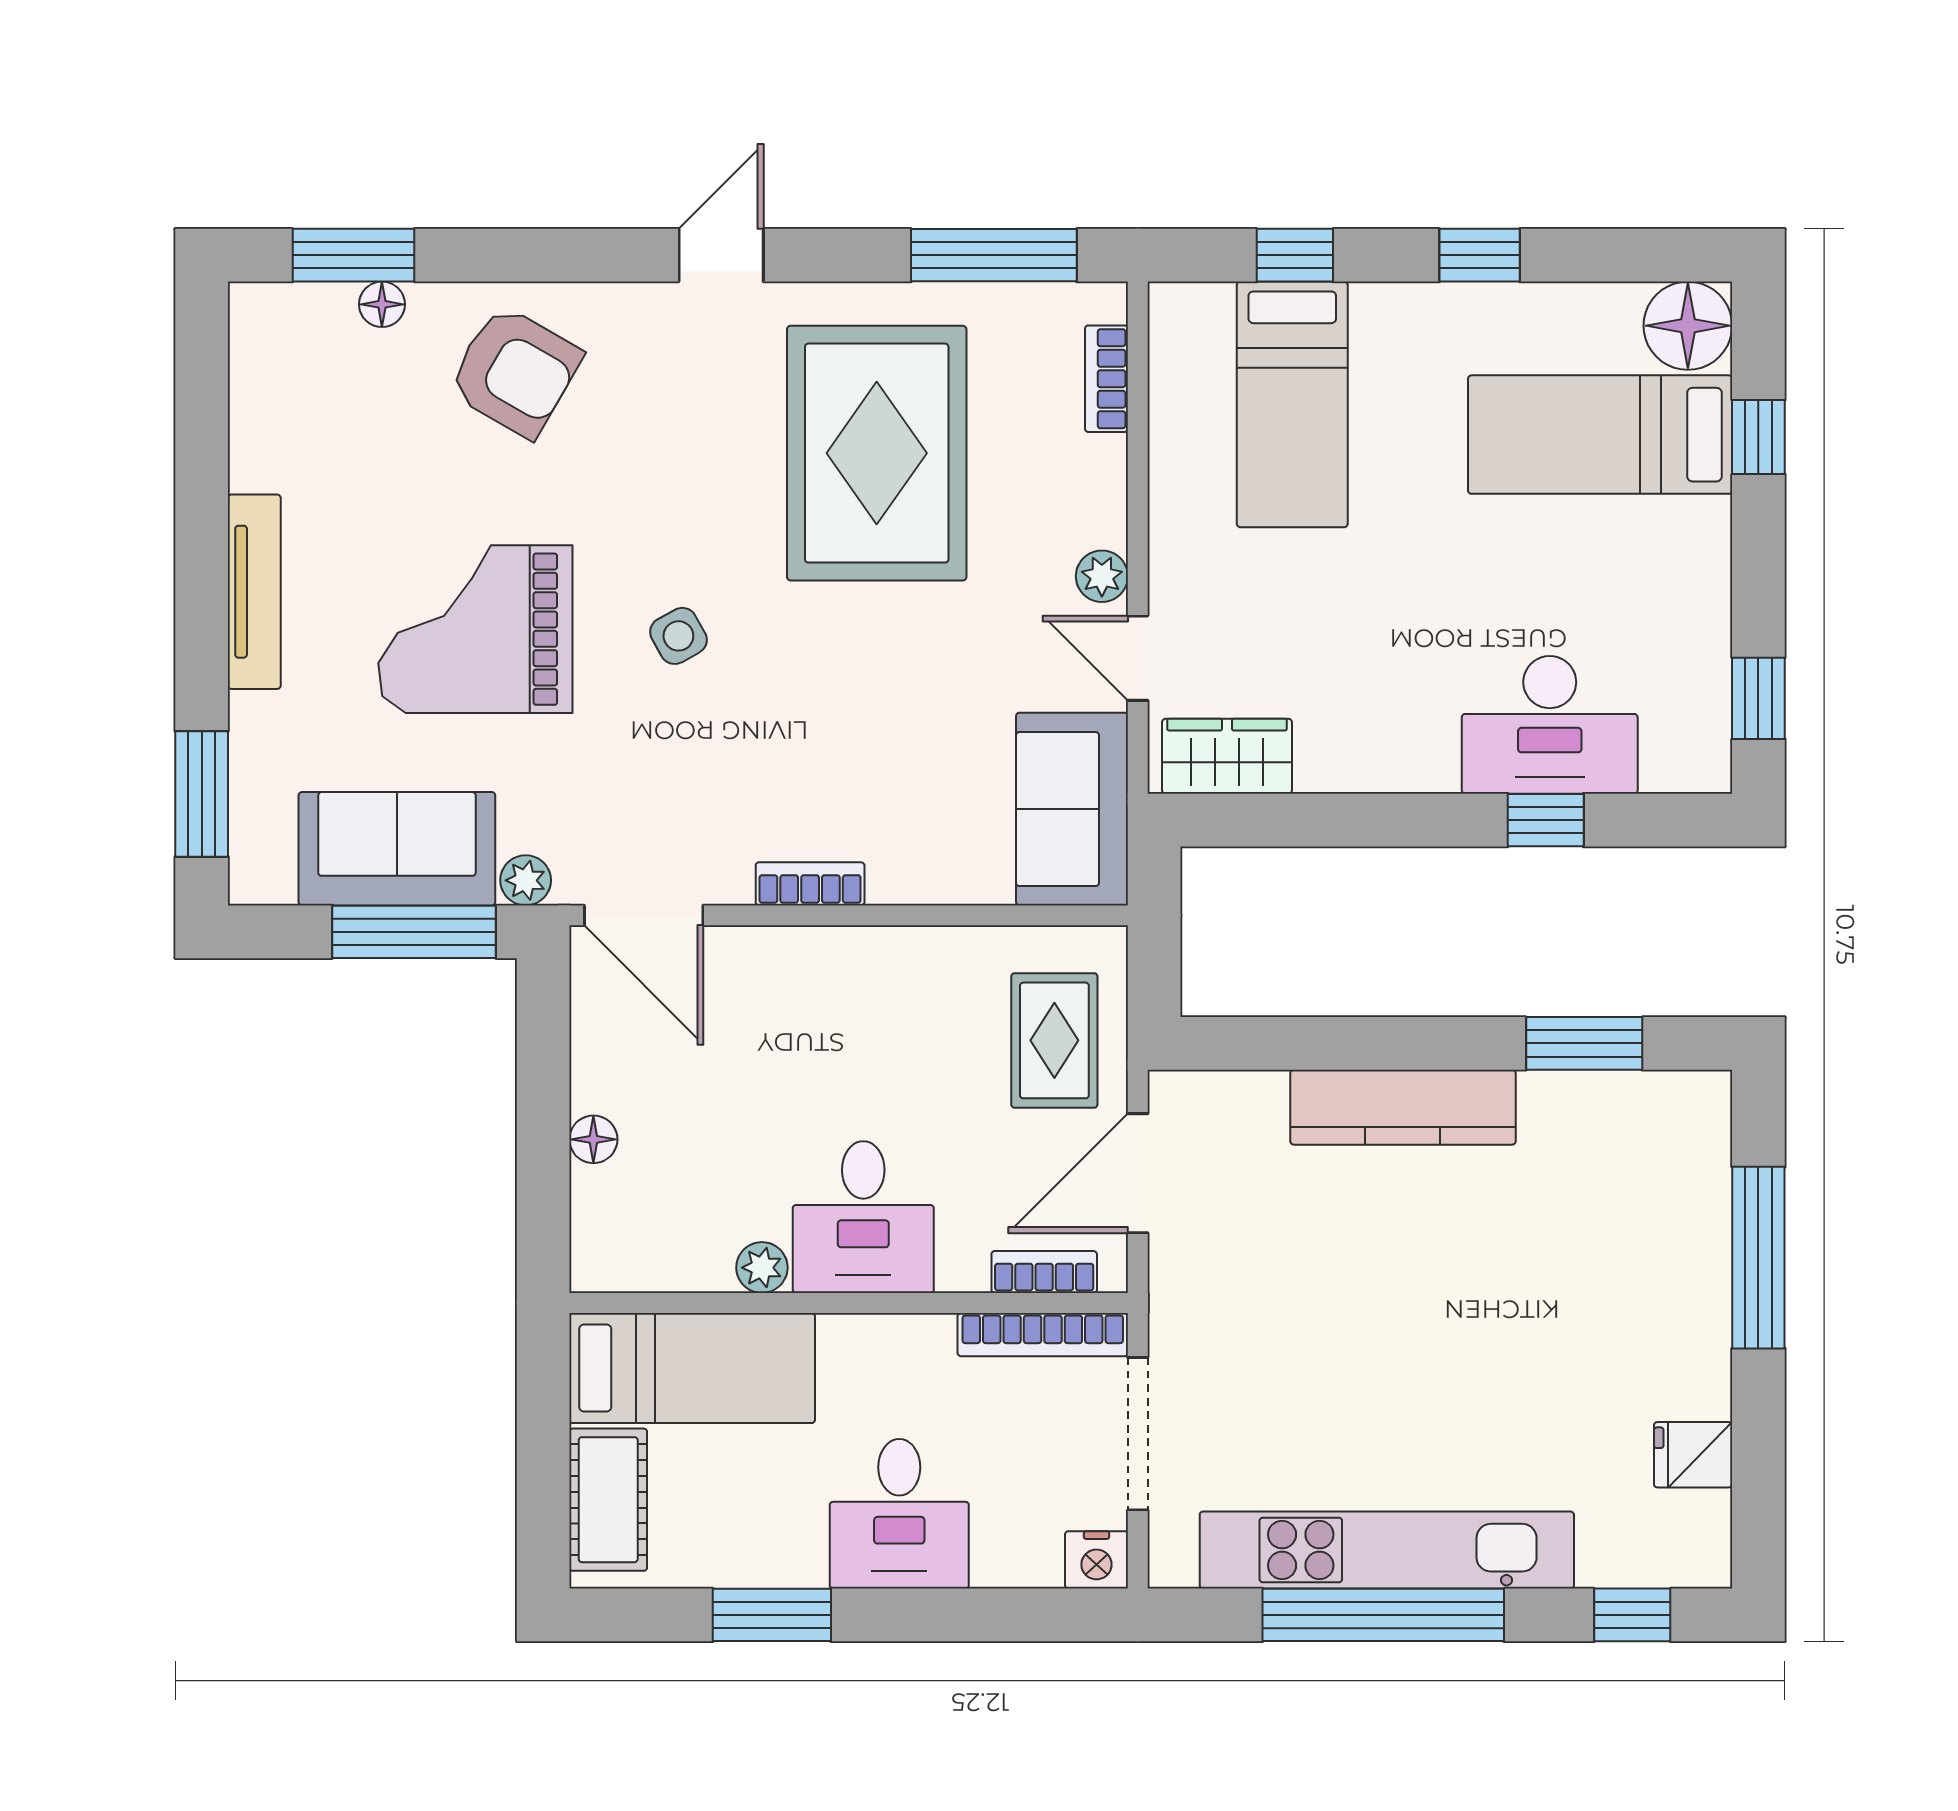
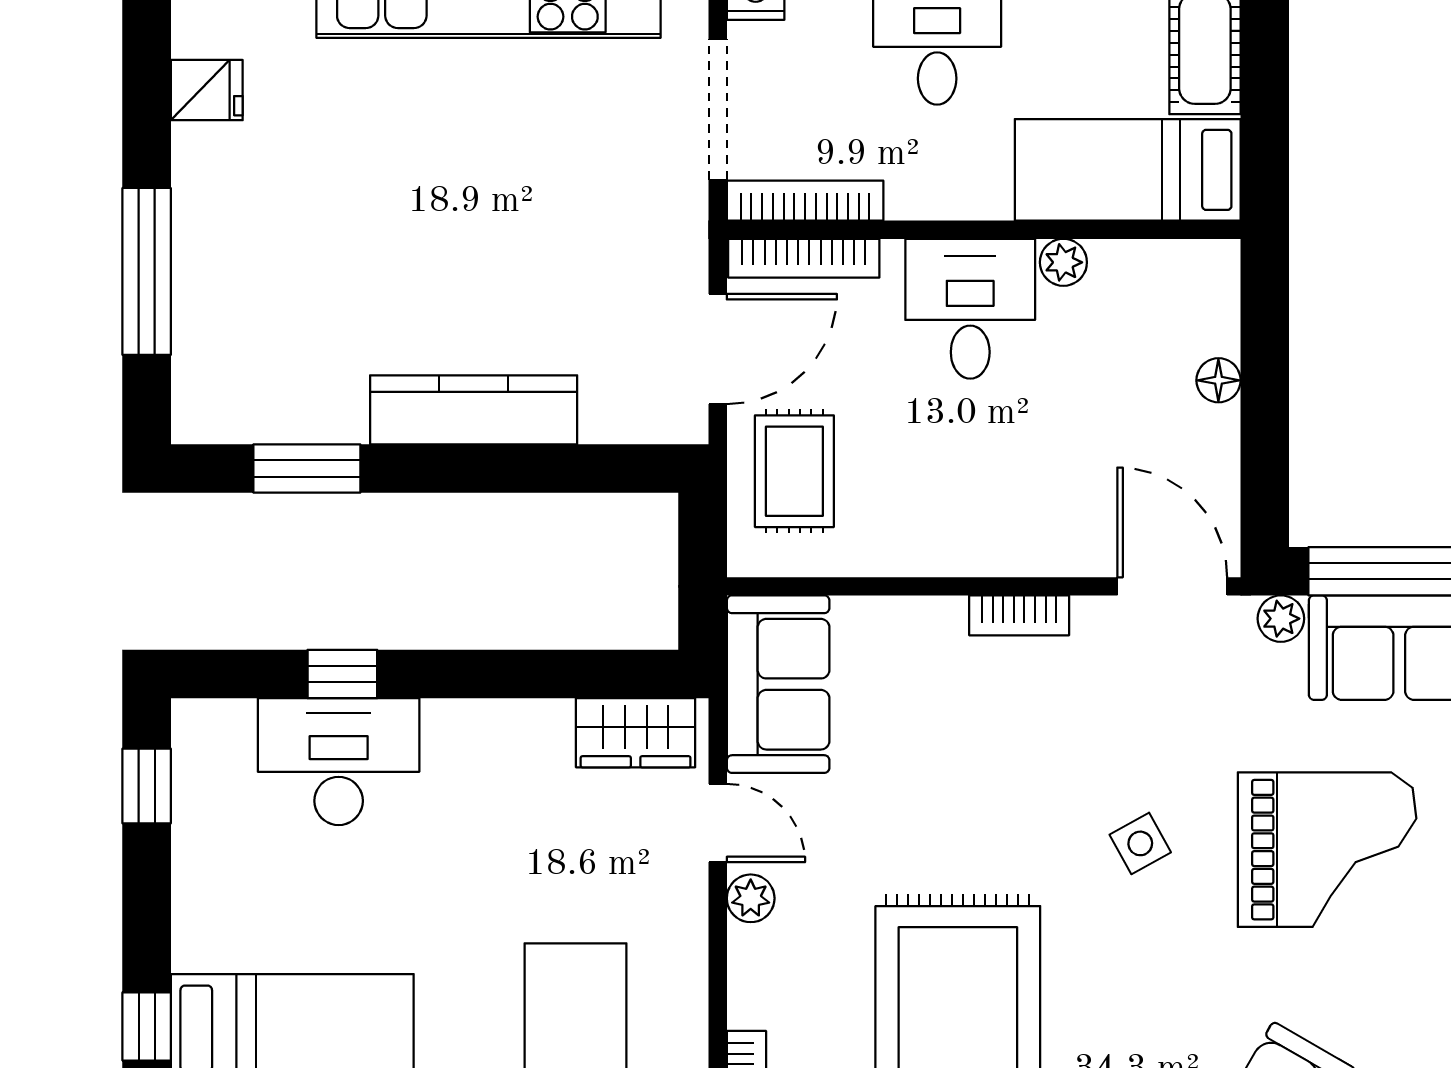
bookcase: (1044, 1272) -> (804, 258), width x1.56

